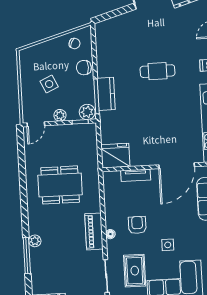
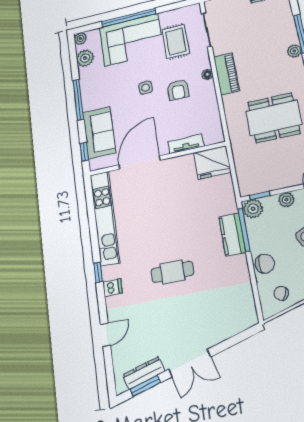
side table: (168, 245) -> (146, 88), moved

